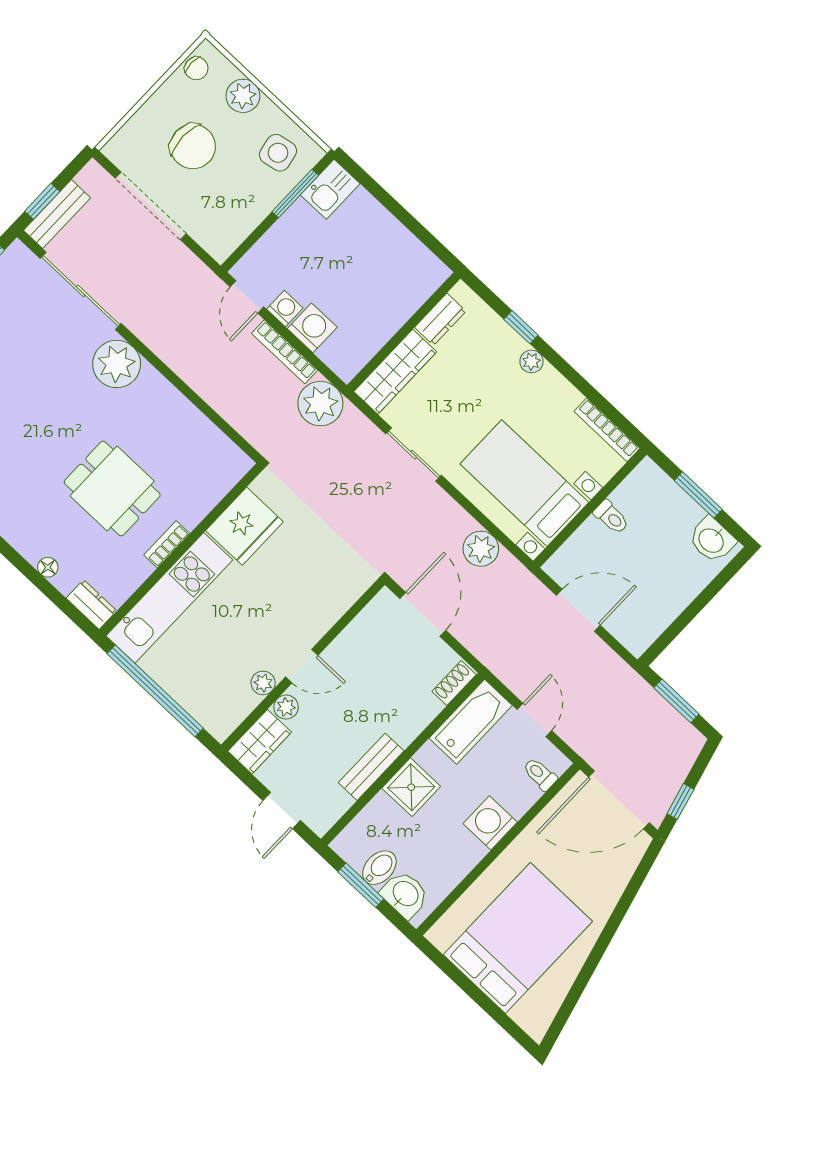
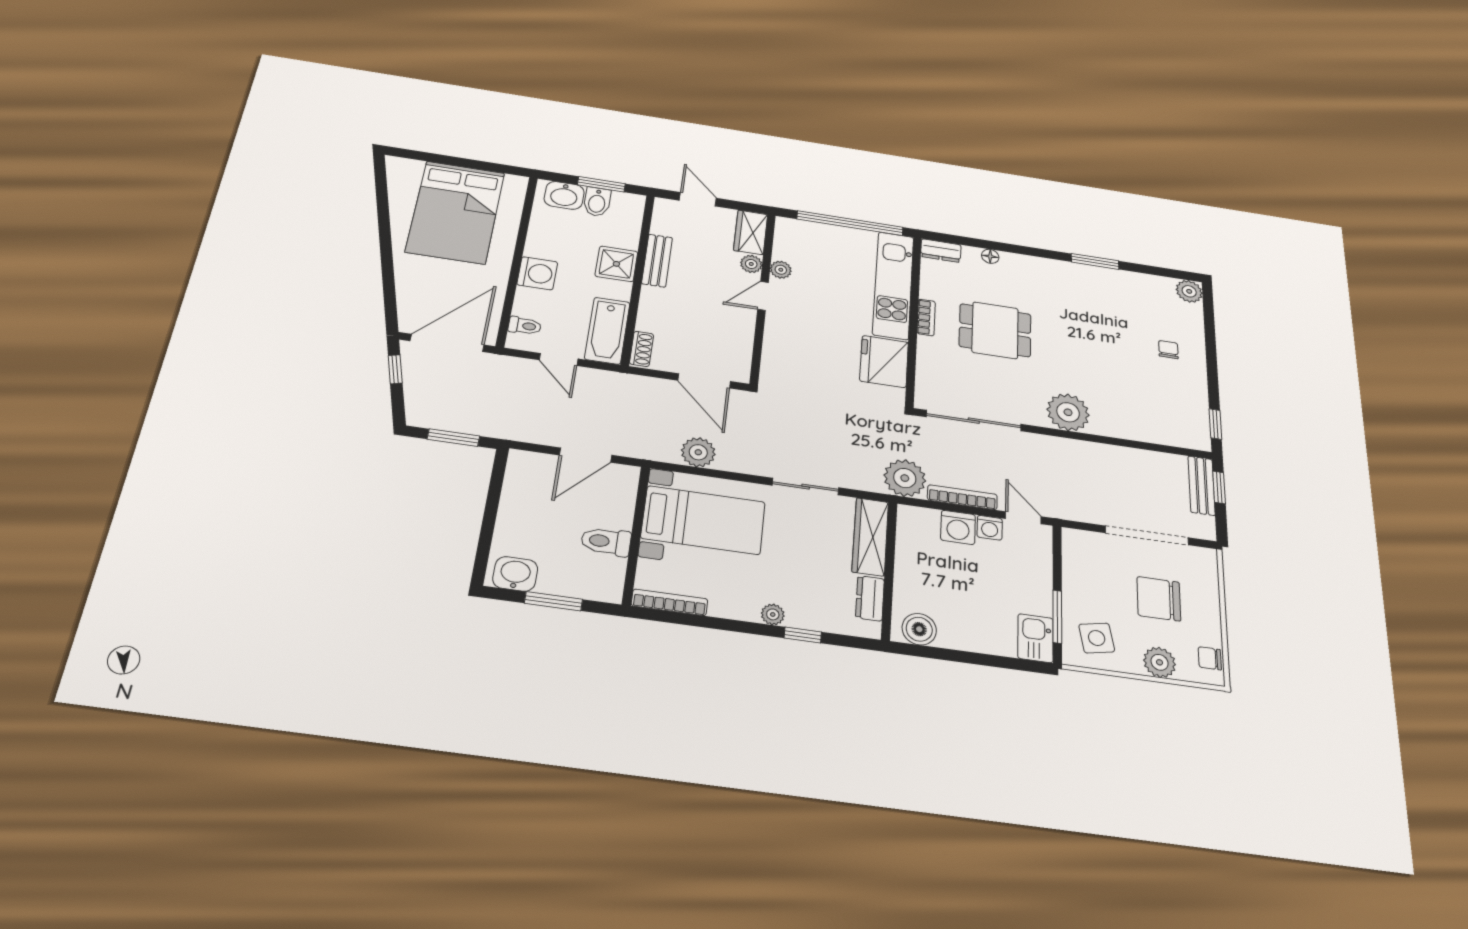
boiler: (421, 265) -> (919, 629), added
sliding door: (81, 291) -> (974, 421), moved
toilet: (611, 517) -> (606, 541), width x1.37, depth x1.39

